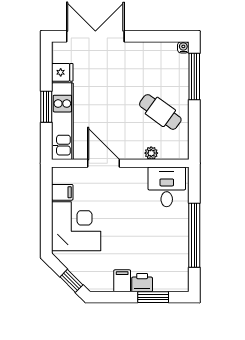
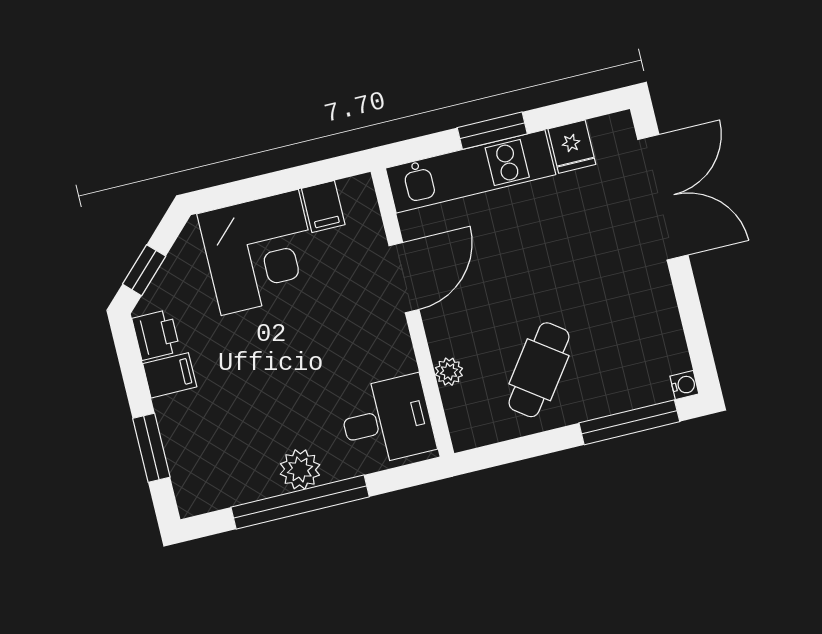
plant: (179, 232) -> (300, 469), added
printer: (142, 283) -> (156, 335), moved

